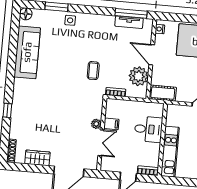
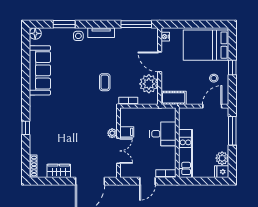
tv unit: (129, 22) -> (101, 33), moved

